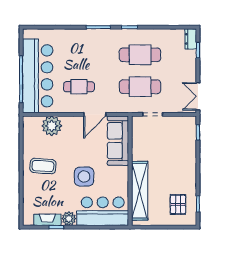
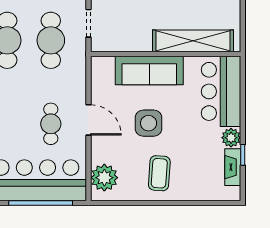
door: (95, 114) -> (89, 120), moved
plant: (52, 126) -> (104, 178), moved
sofa: (118, 141) -> (149, 71), moved
side table: (84, 177) -> (149, 123), moved

